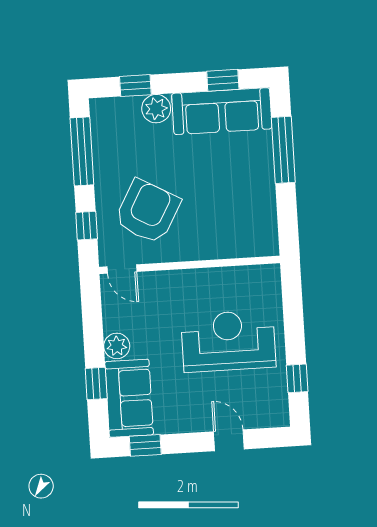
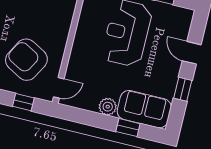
door: (229, 440) -> (192, 53), hinge flipped
window: (145, 445) -> (183, 89), moved

